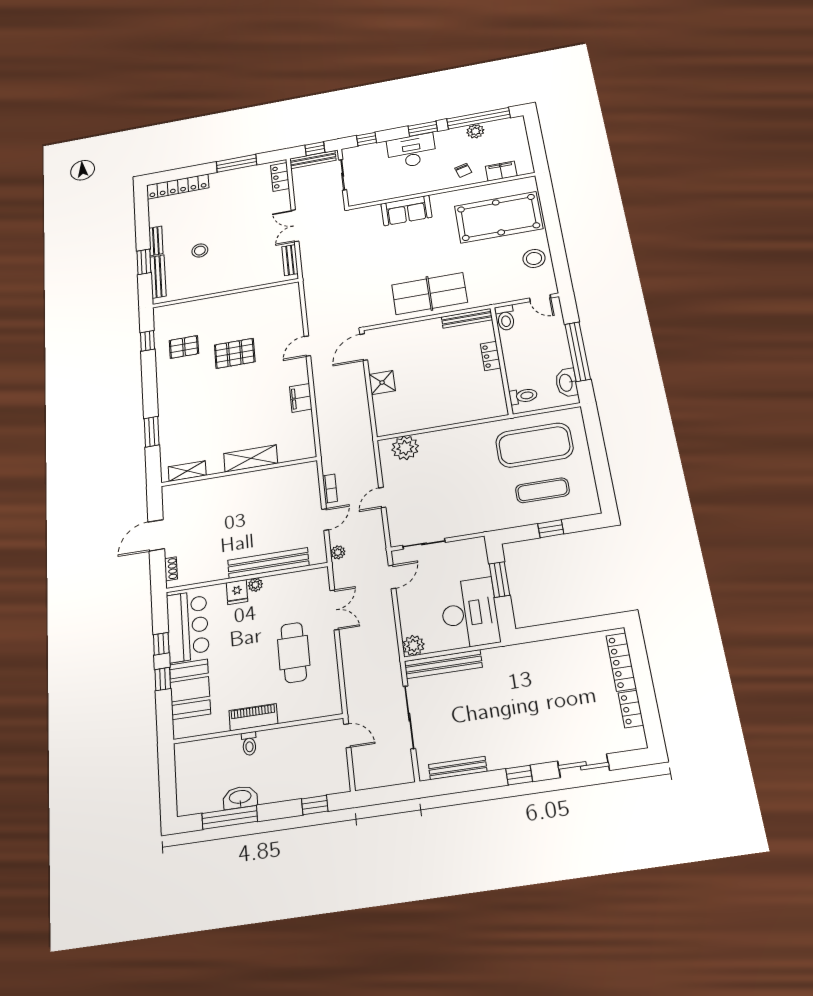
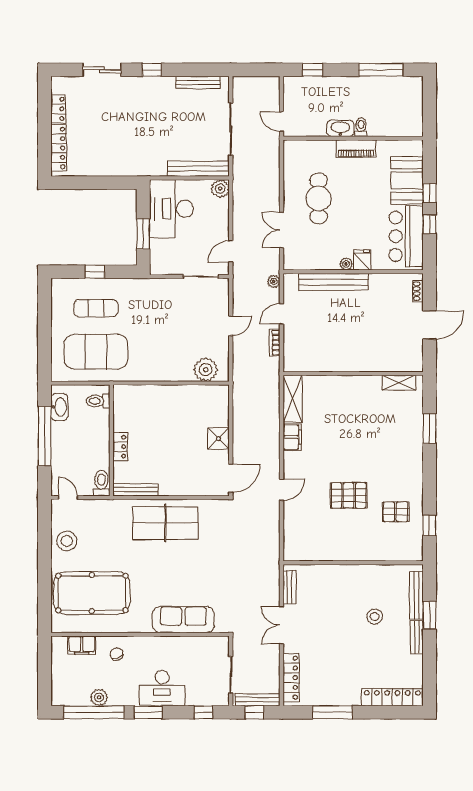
locker: (280, 177) -> (291, 678), width x1.53
sofa: (406, 210) -> (183, 620), width x1.36
double door: (295, 226) -> (282, 625), swing flipped
shelving: (251, 458) -> (293, 399), moved, turned 90
washbasin: (240, 797) -> (340, 128), moved, turned 180

